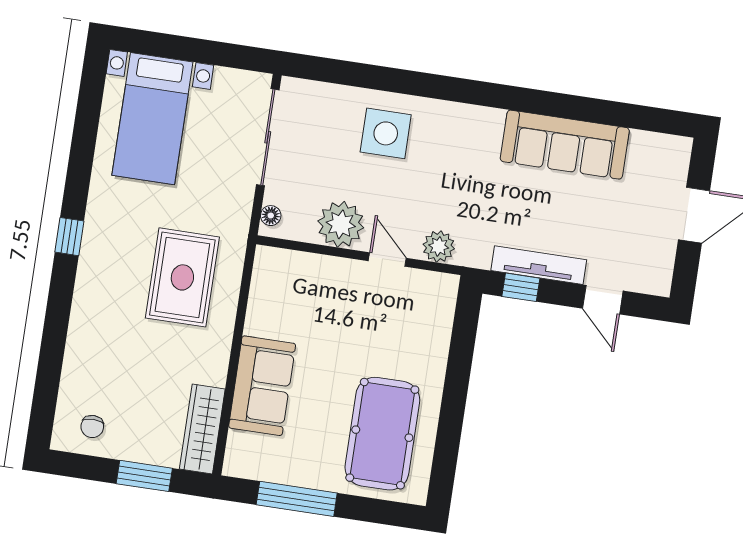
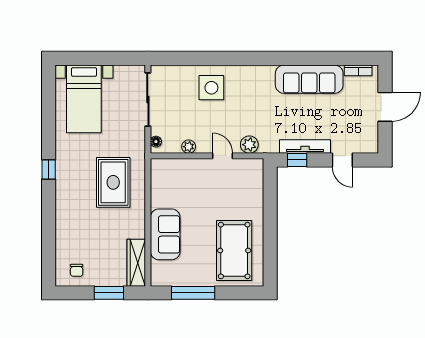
bookcase: (655, 142) -> (358, 70), added
plant: (341, 224) -> (189, 147), width x0.53, depth x0.53

